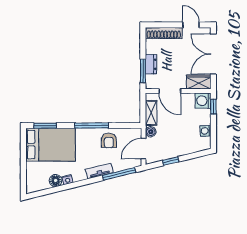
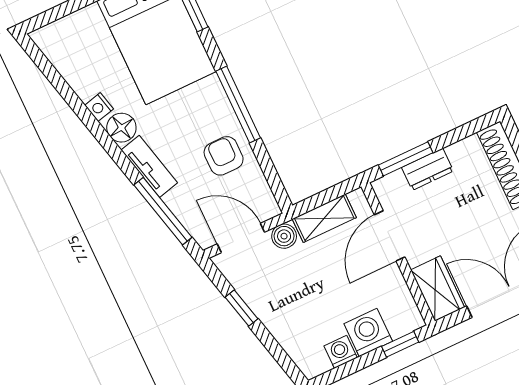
washing machine: (203, 101) -> (368, 332), moved
armchair: (109, 140) -> (224, 156), turned 90
floor lamp: (56, 181) -> (121, 128), moved

